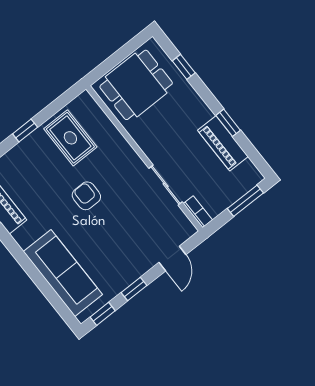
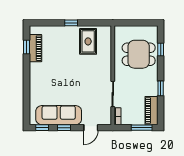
dining table: (136, 85) -> (139, 54), moved
piano: (223, 143) -> (151, 111), moved
armchair: (86, 196) -> (75, 72), removed
sofa: (63, 273) -> (59, 115), moved, turned -90

